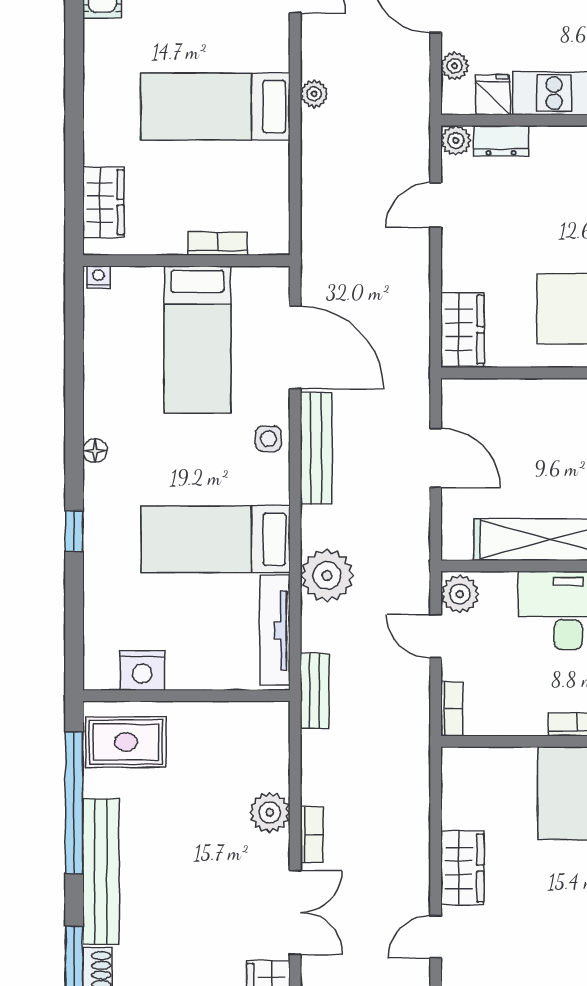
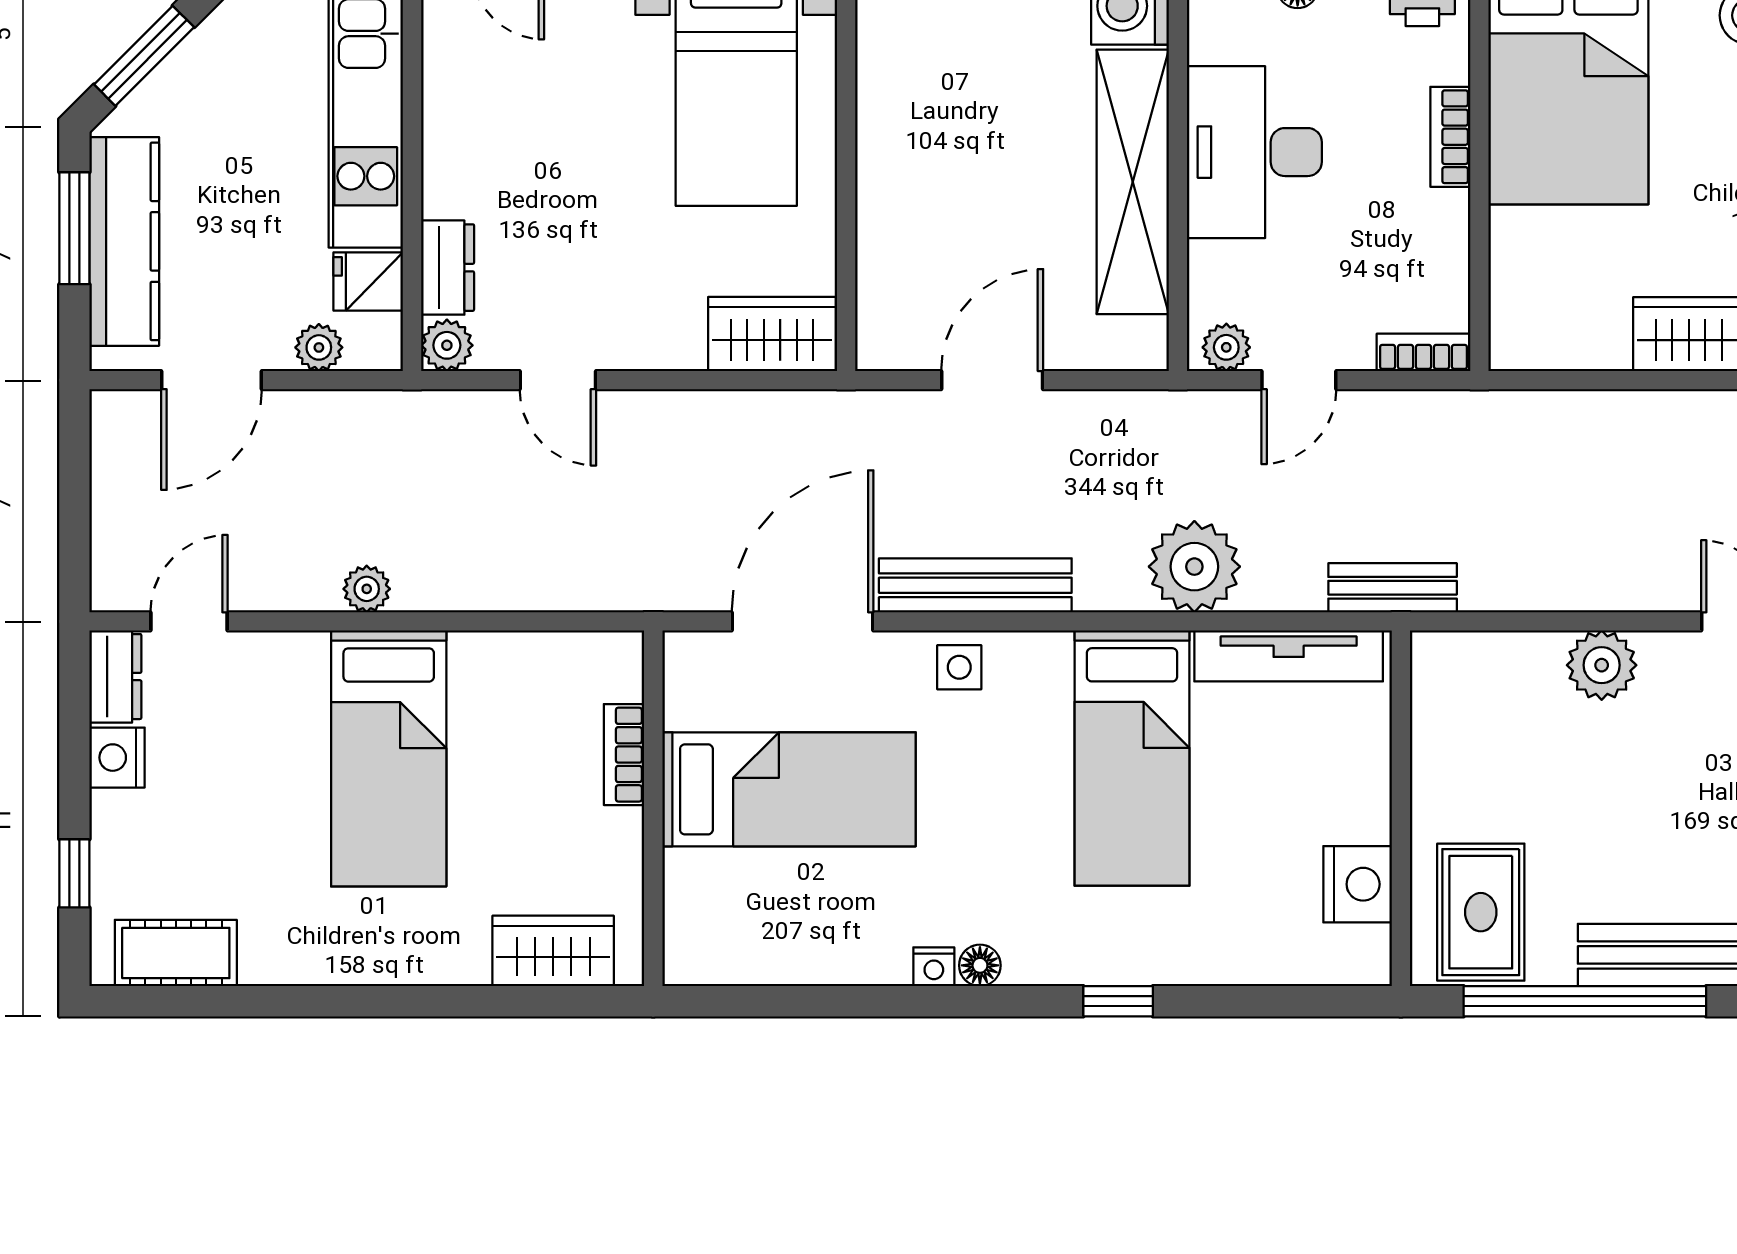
nightstand: (99, 277) -> (934, 967), moved, turned -90
plant: (460, 594) -> (1226, 347), width x0.73, depth x0.73
bookcase: (312, 834) -> (1639, 593), removed

